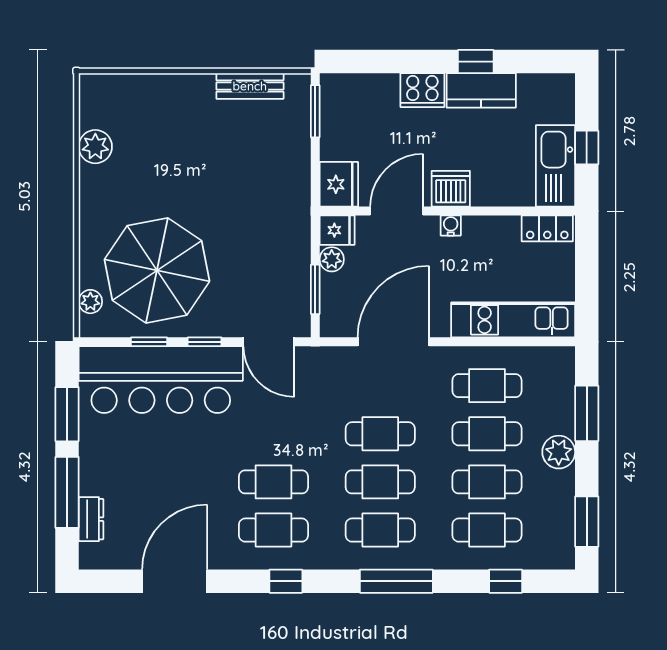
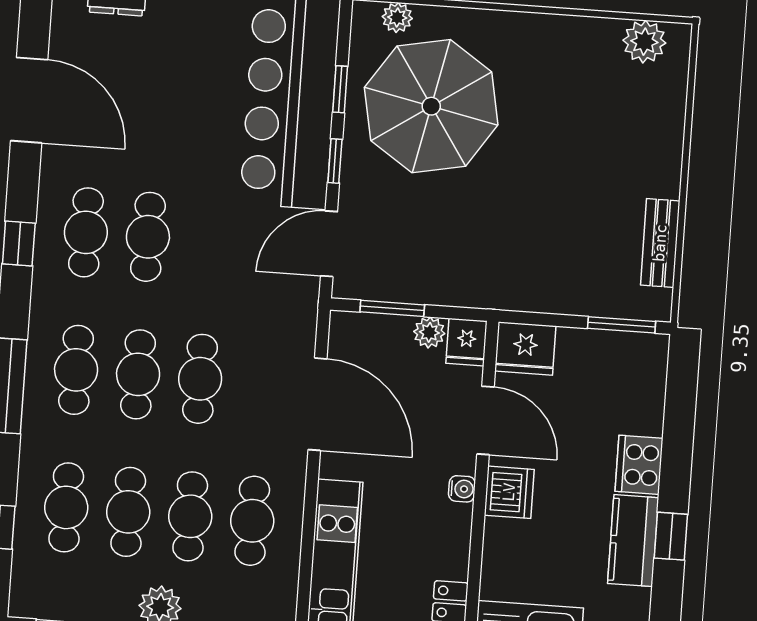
plant: (95, 147) -> (644, 42), moved

